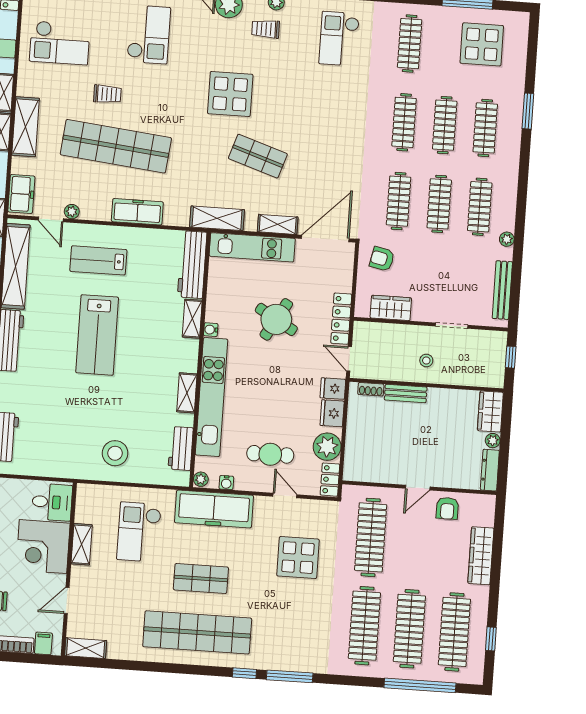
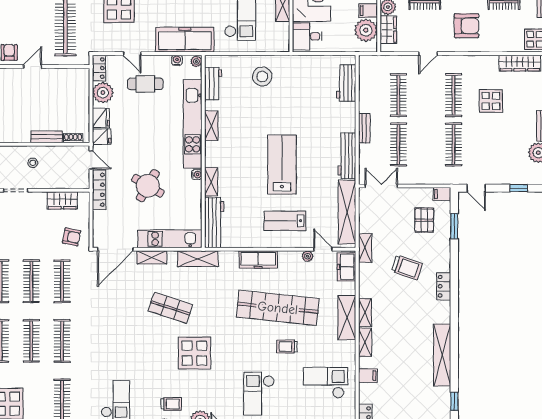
lab bench: (98, 260) -> (285, 221), turned 180

